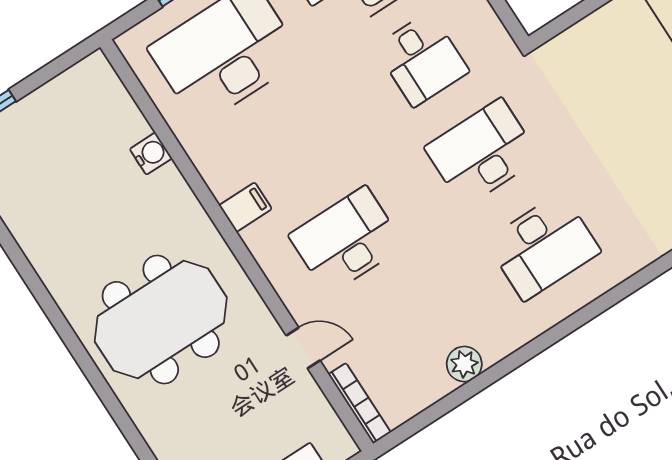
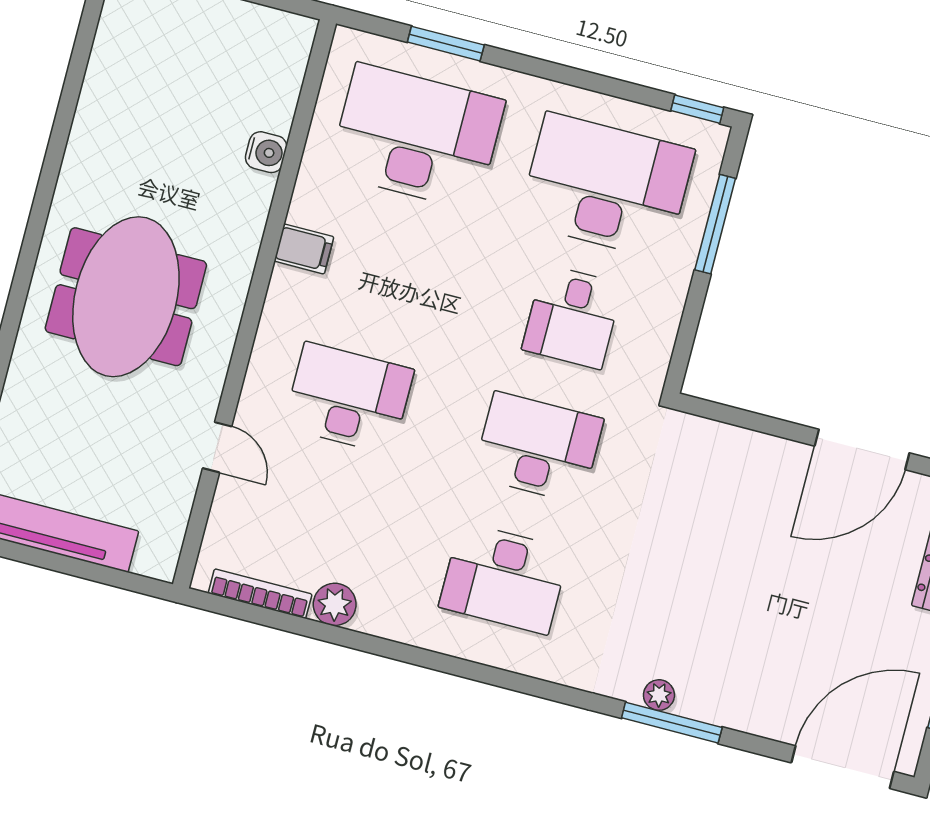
filing cabinet: (245, 207) -> (304, 249), moved
meeting table: (161, 319) -> (126, 297), turned 90
bookcase: (360, 403) -> (260, 594), moved, turned -90

